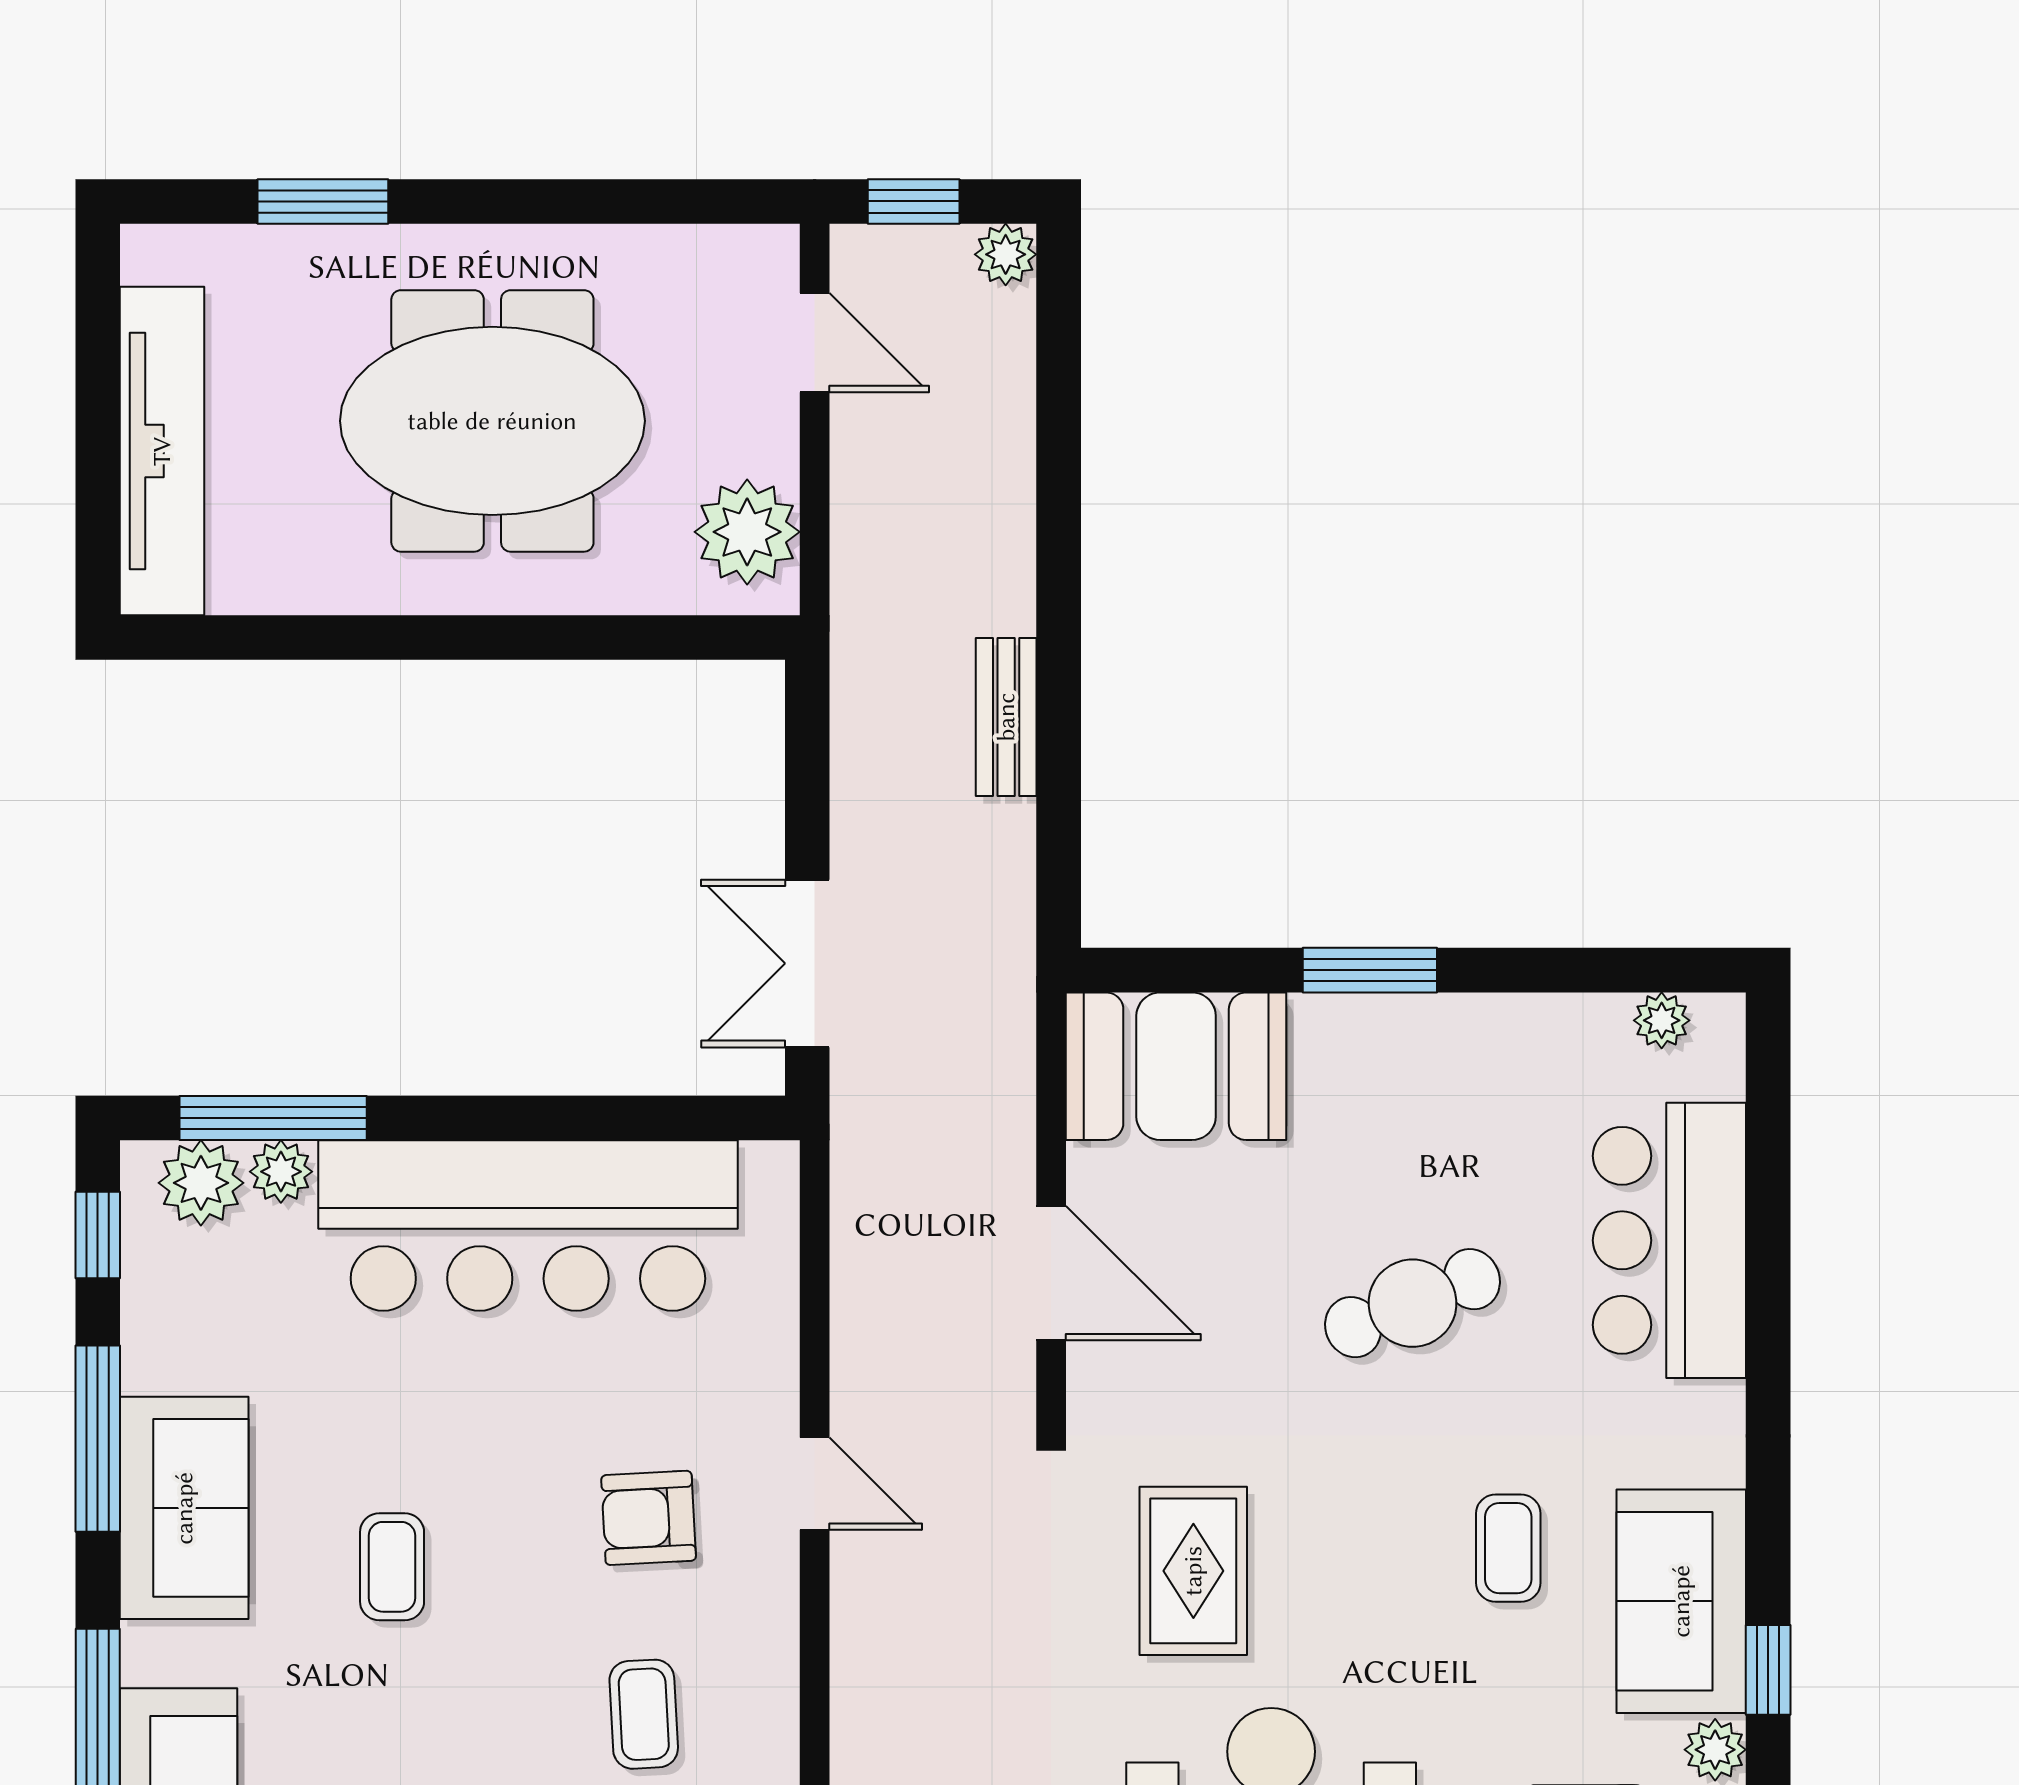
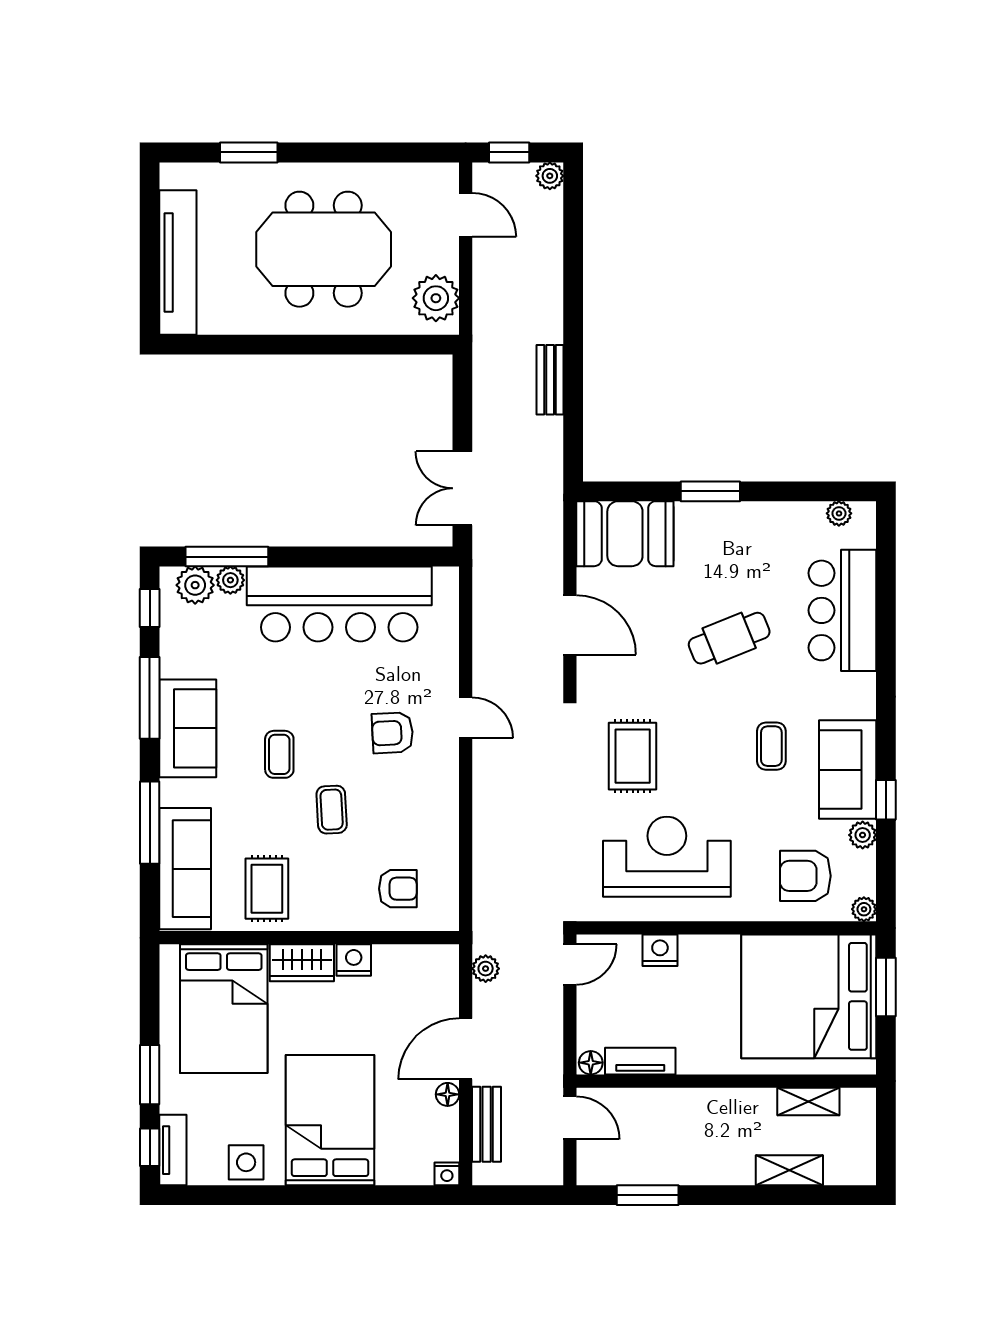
coffee table: (644, 1714) -> (332, 810), moved

